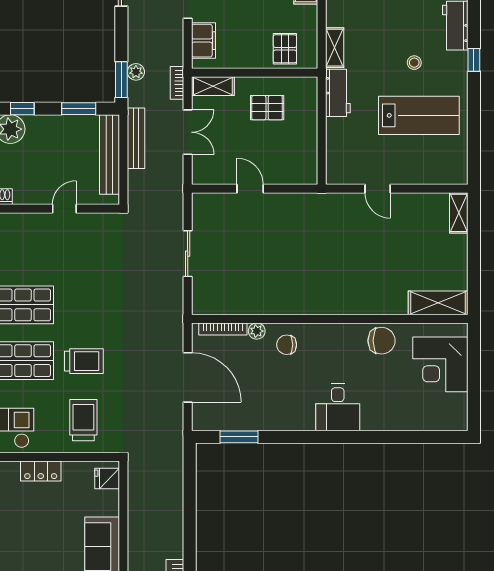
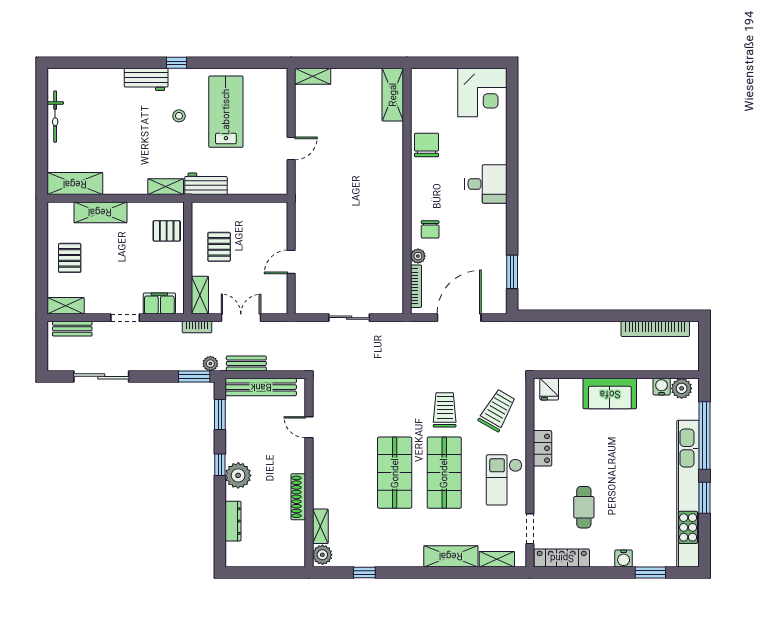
plant: (136, 72) -> (210, 364), moved
bench: (136, 138) -> (246, 363), width x0.73
corner desk: (440, 364) -> (482, 93), moved
trolley: (83, 420) -> (497, 410), turned 120

